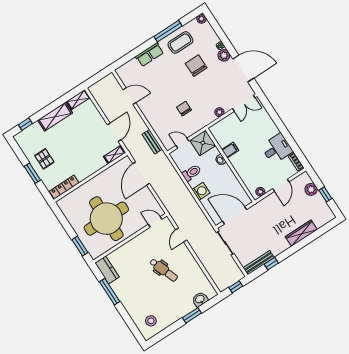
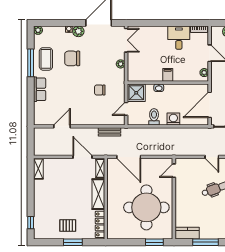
shelving: (55, 117) -> (98, 194), moved
filing cabinet: (230, 150) -> (168, 75), moved
door: (181, 235) -> (212, 157), moved

